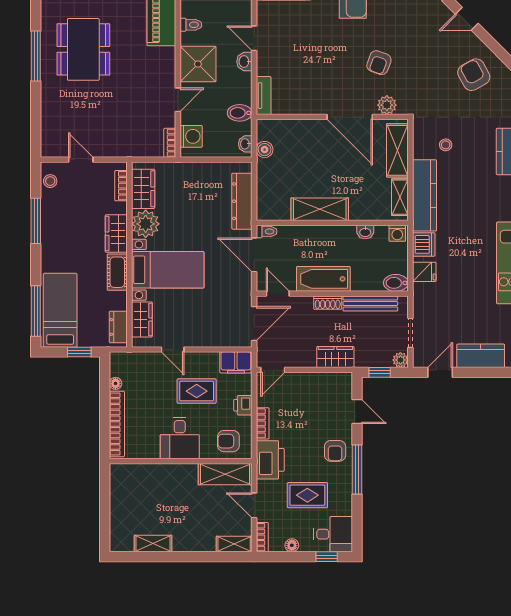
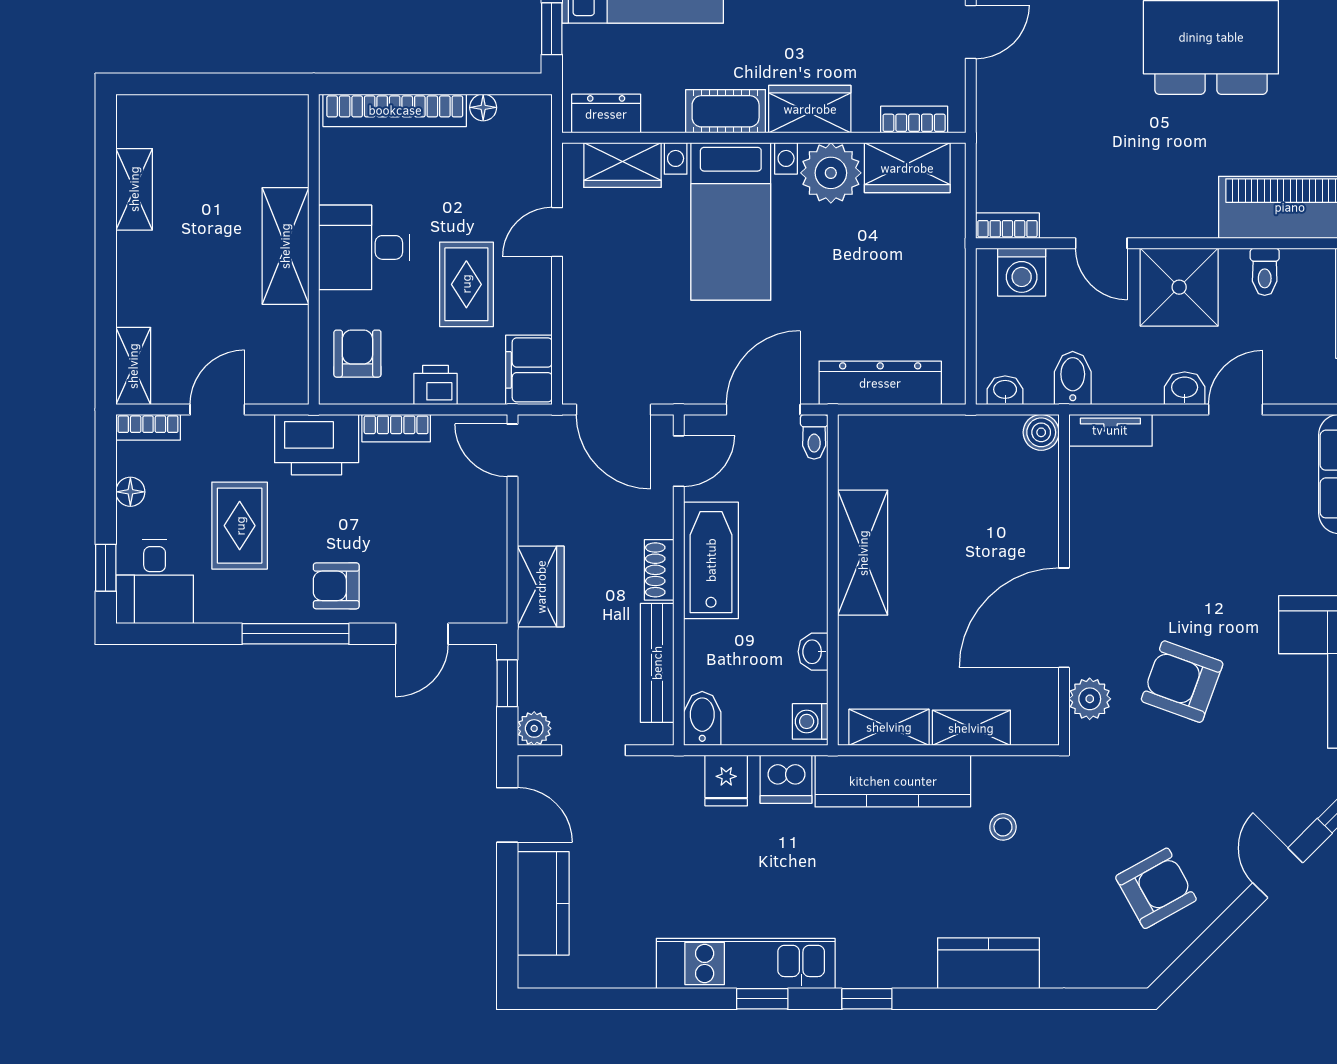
armchair: (379, 63) -> (1182, 682), width x1.38, depth x1.38
boiler: (265, 150) -> (1041, 432), moved
shelving: (397, 150) -> (971, 728), width x0.67, depth x0.75
shelving: (225, 474) -> (285, 246), moved

